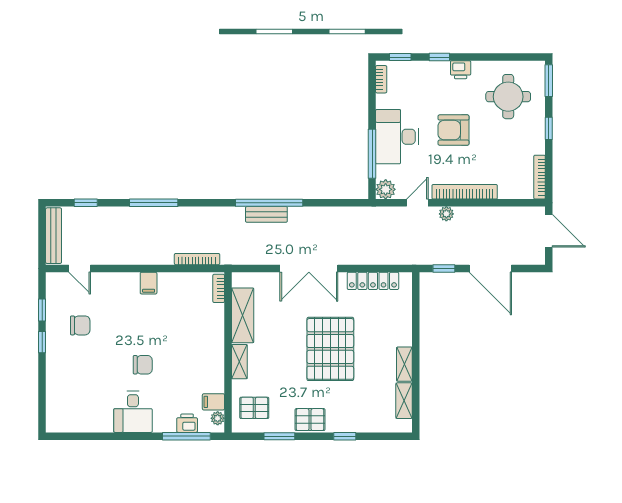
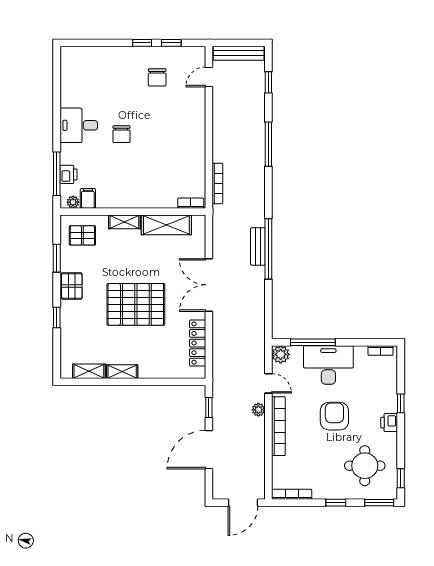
window: (400, 57) -> (401, 478), moved
filing cabinet: (149, 283) -> (196, 139), removed
pallet: (254, 408) -> (82, 235), turned 90

